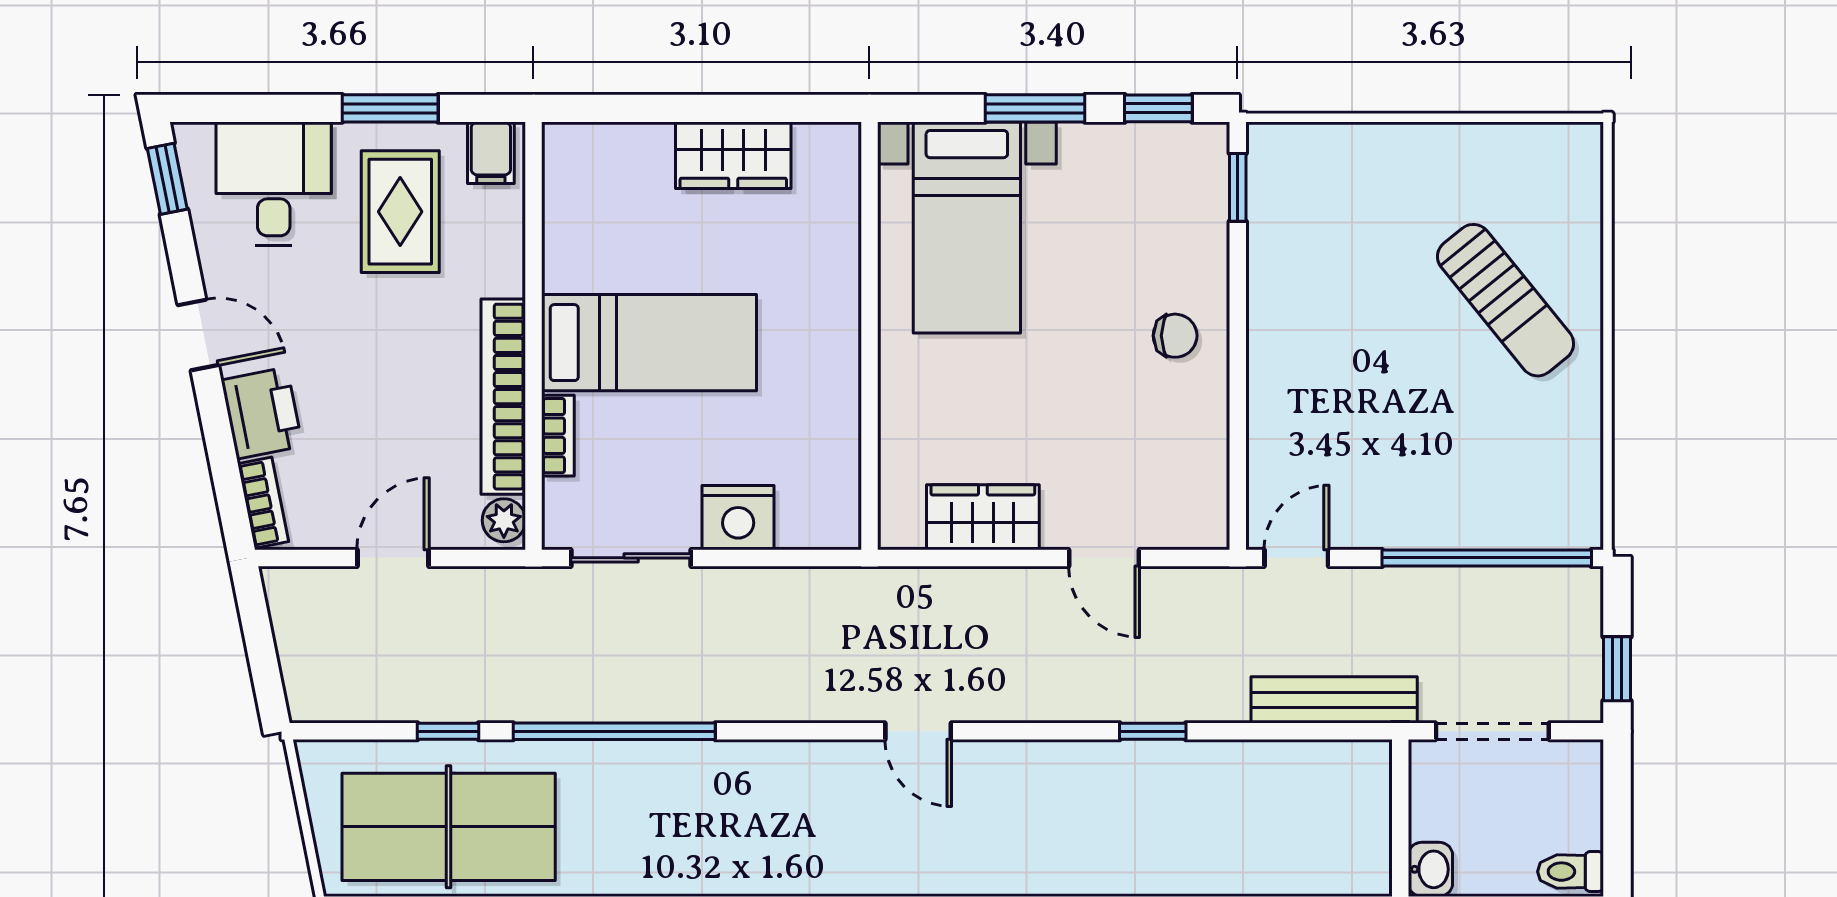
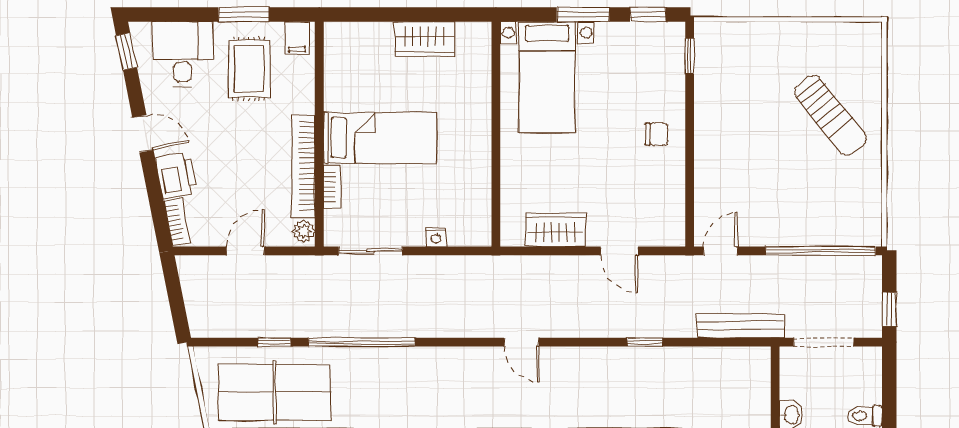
nightstand: (738, 518) -> (436, 237), width x0.53, depth x0.56

